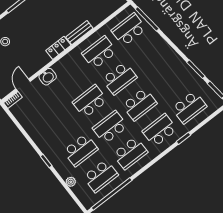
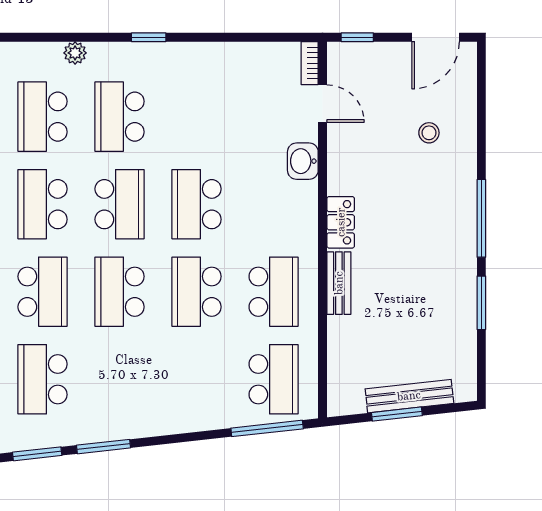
school desk: (90, 101) -> (197, 204), turned 180

